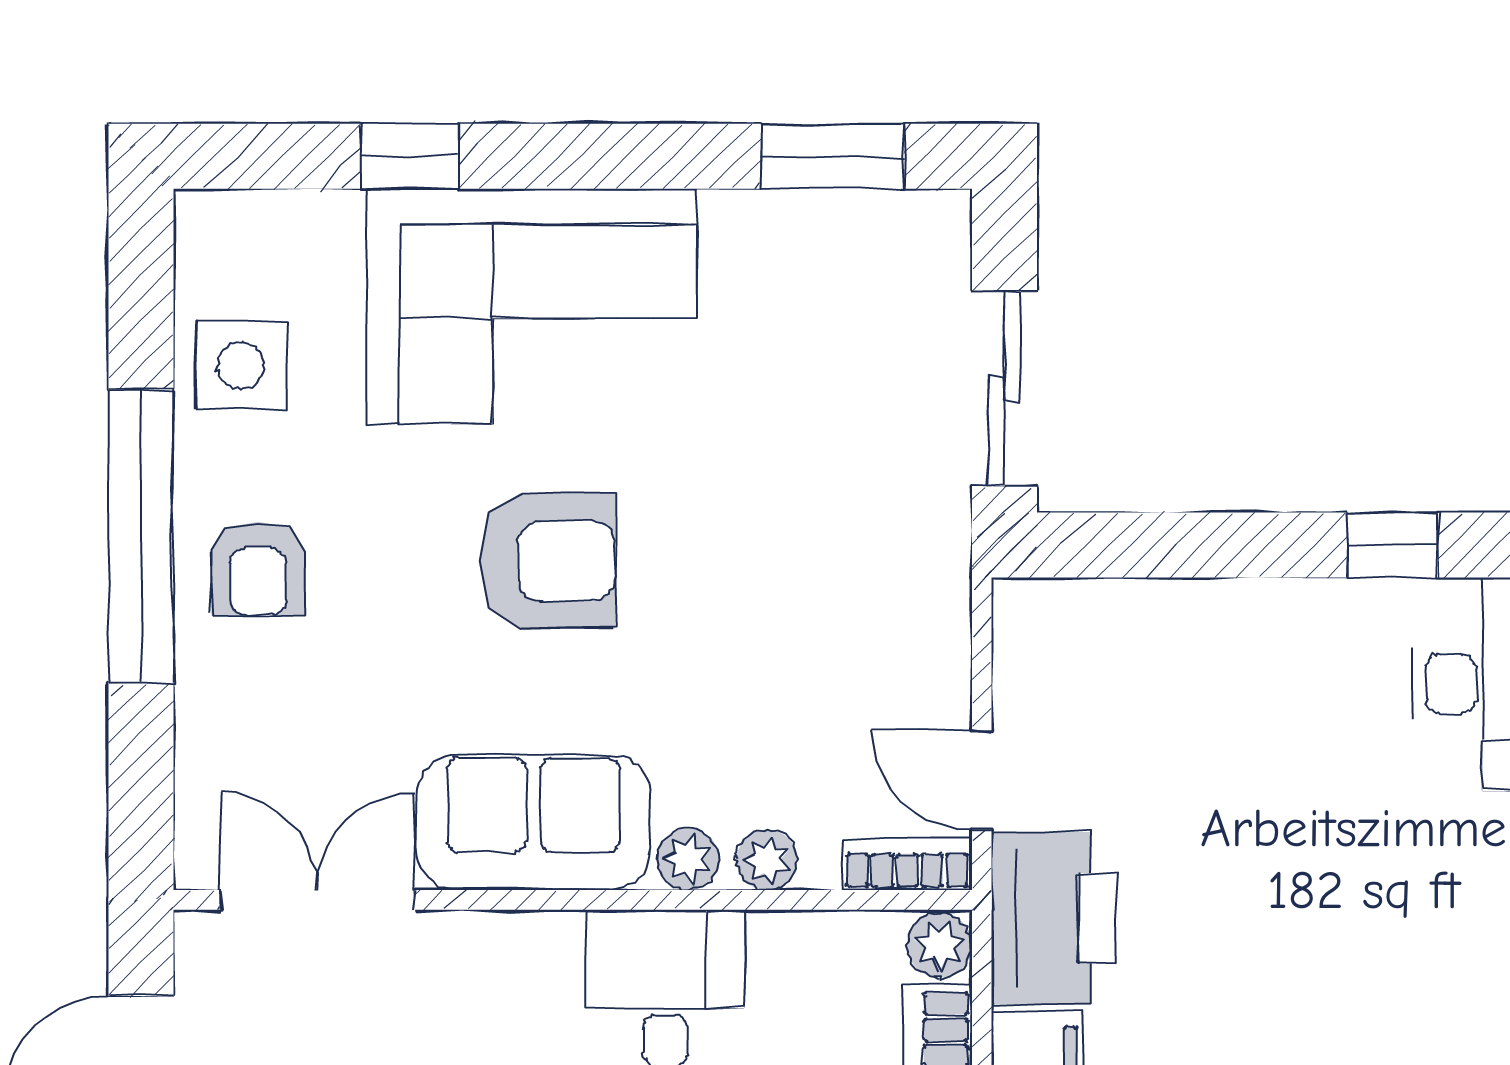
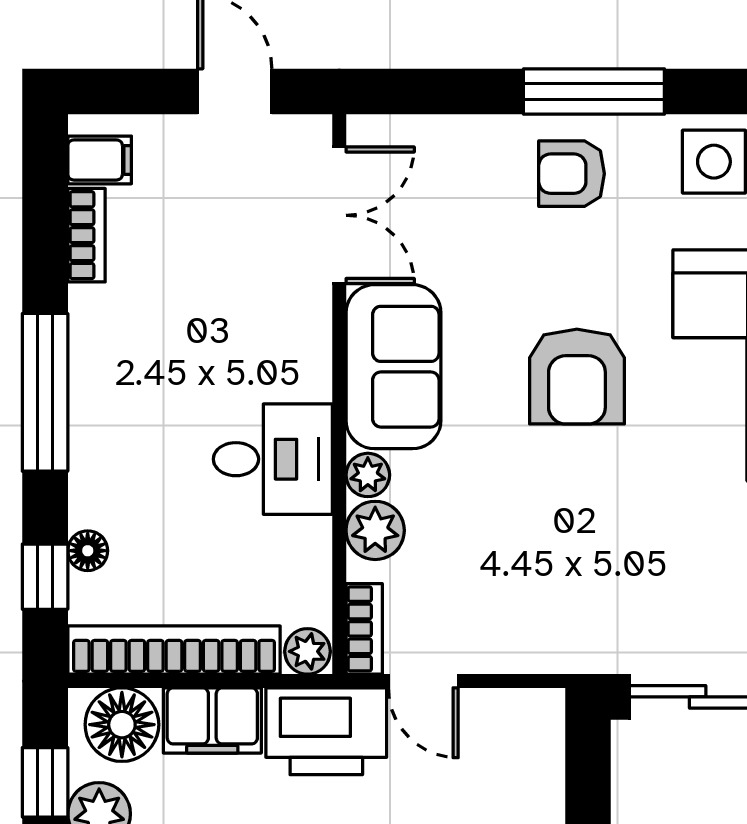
window: (141, 537) -> (594, 92), width x0.68
door: (982, 780) -> (423, 681), swing flipped
plant: (767, 860) -> (375, 530), width x1.38, depth x1.38

